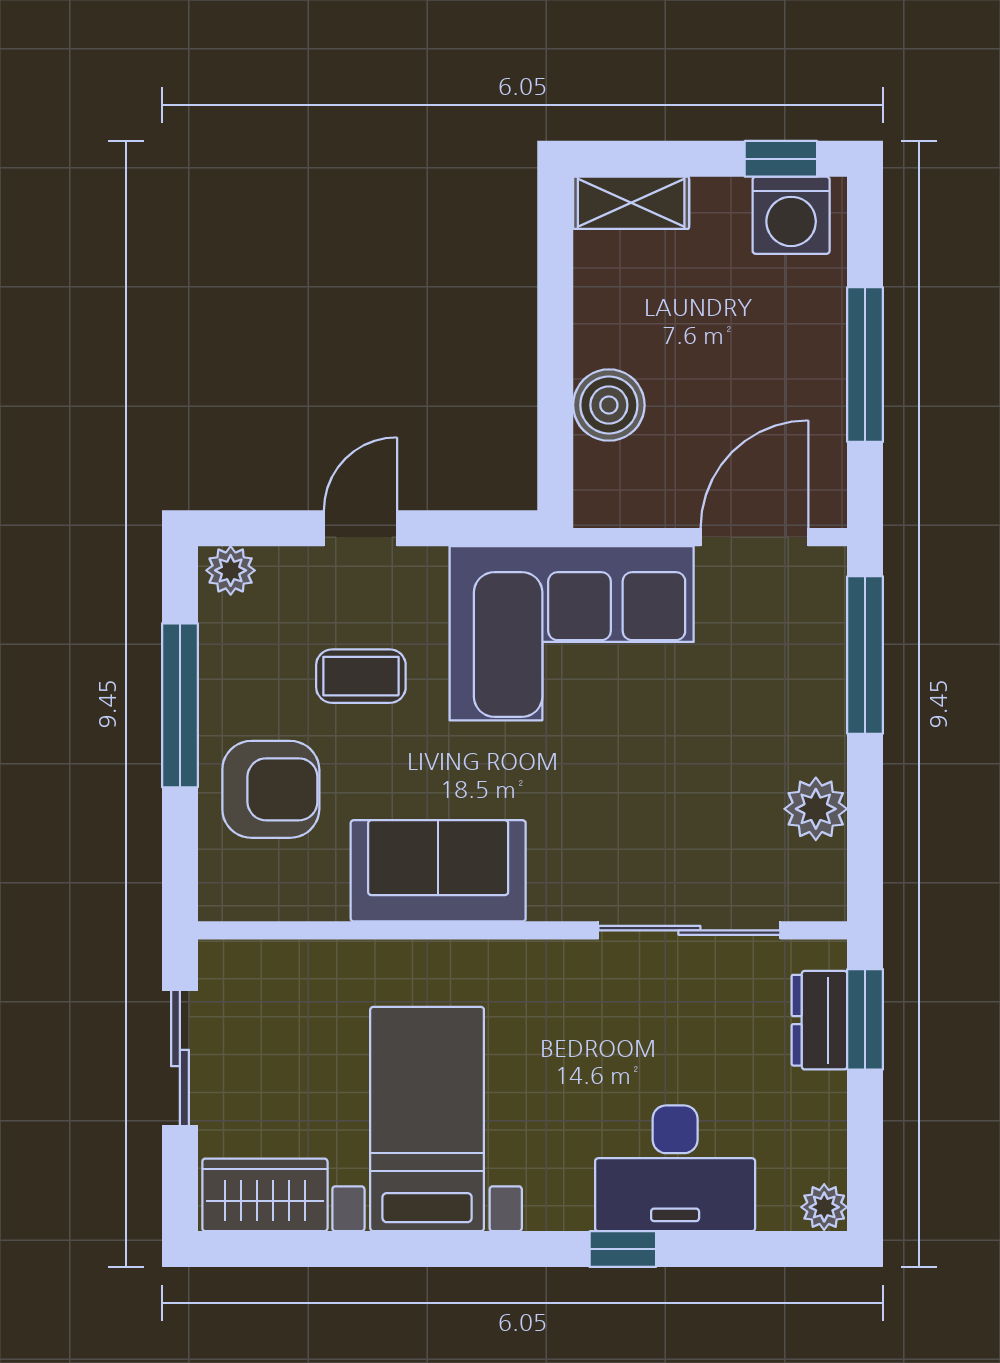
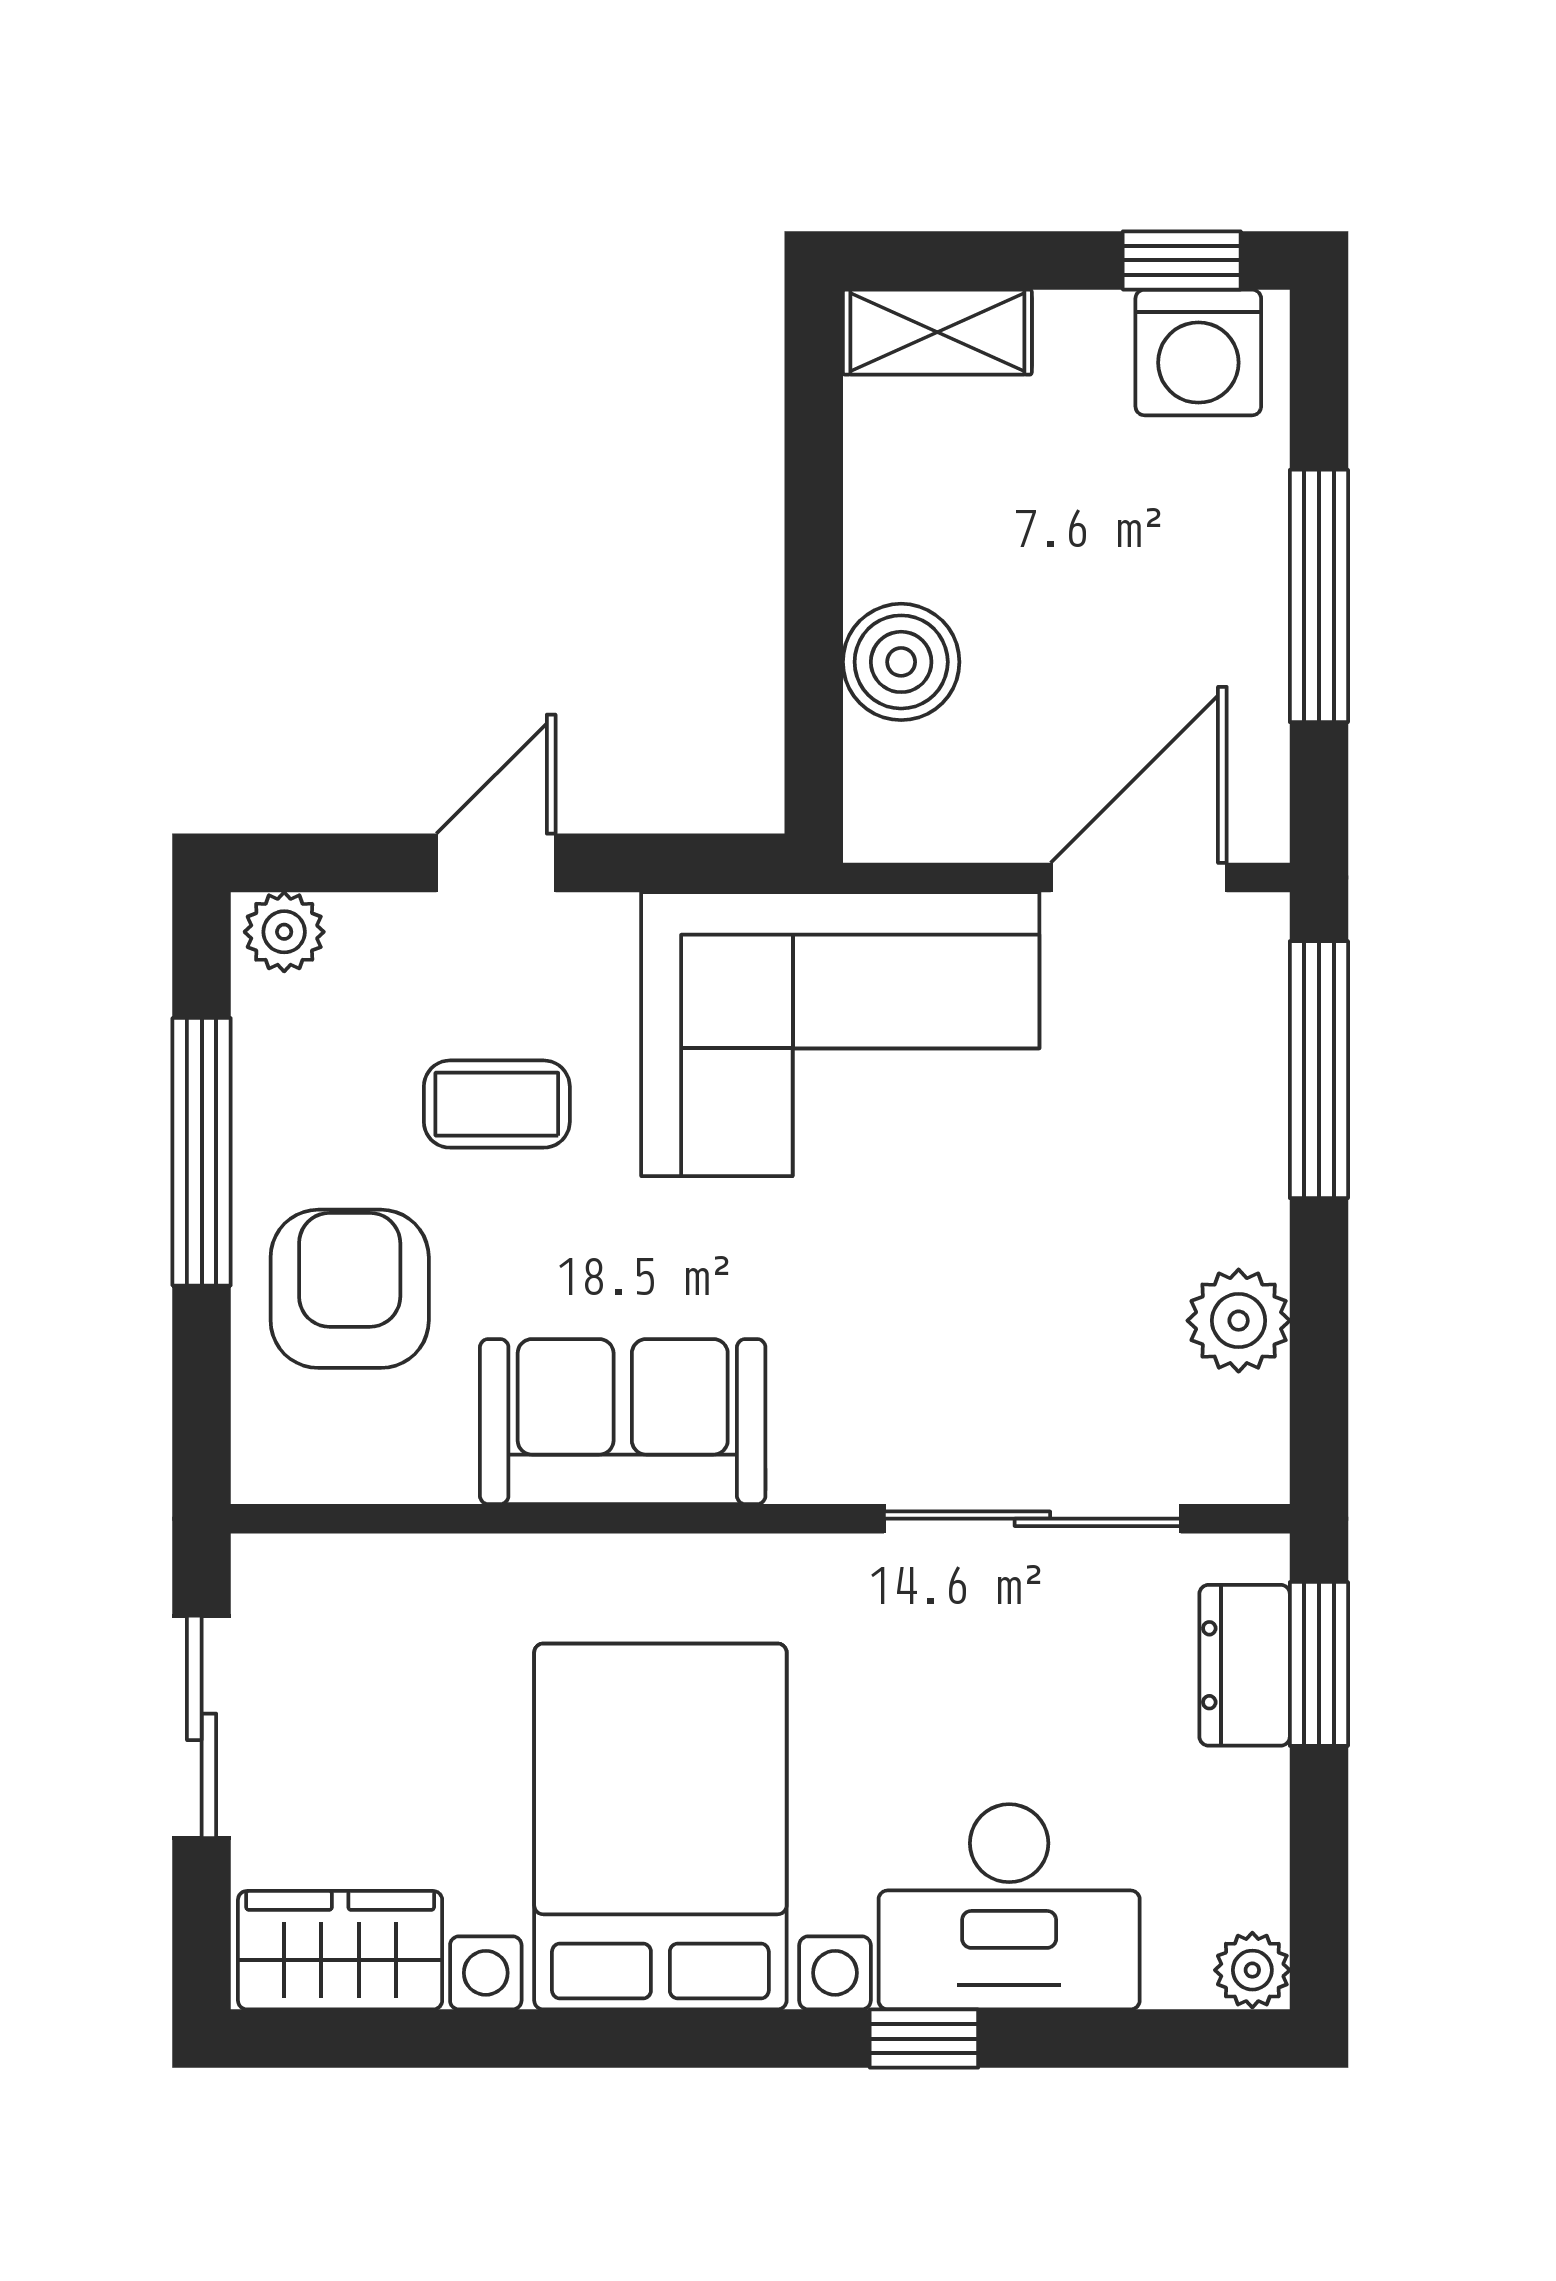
armchair: (271, 789) -> (350, 1289), turned -90
bed with nightstands: (427, 1119) -> (660, 1826), width x1.36

